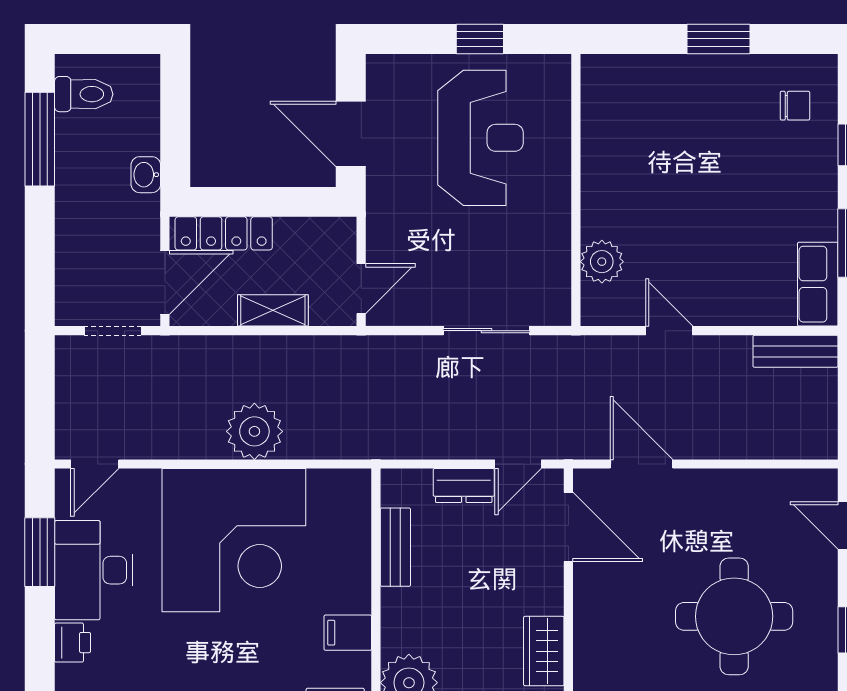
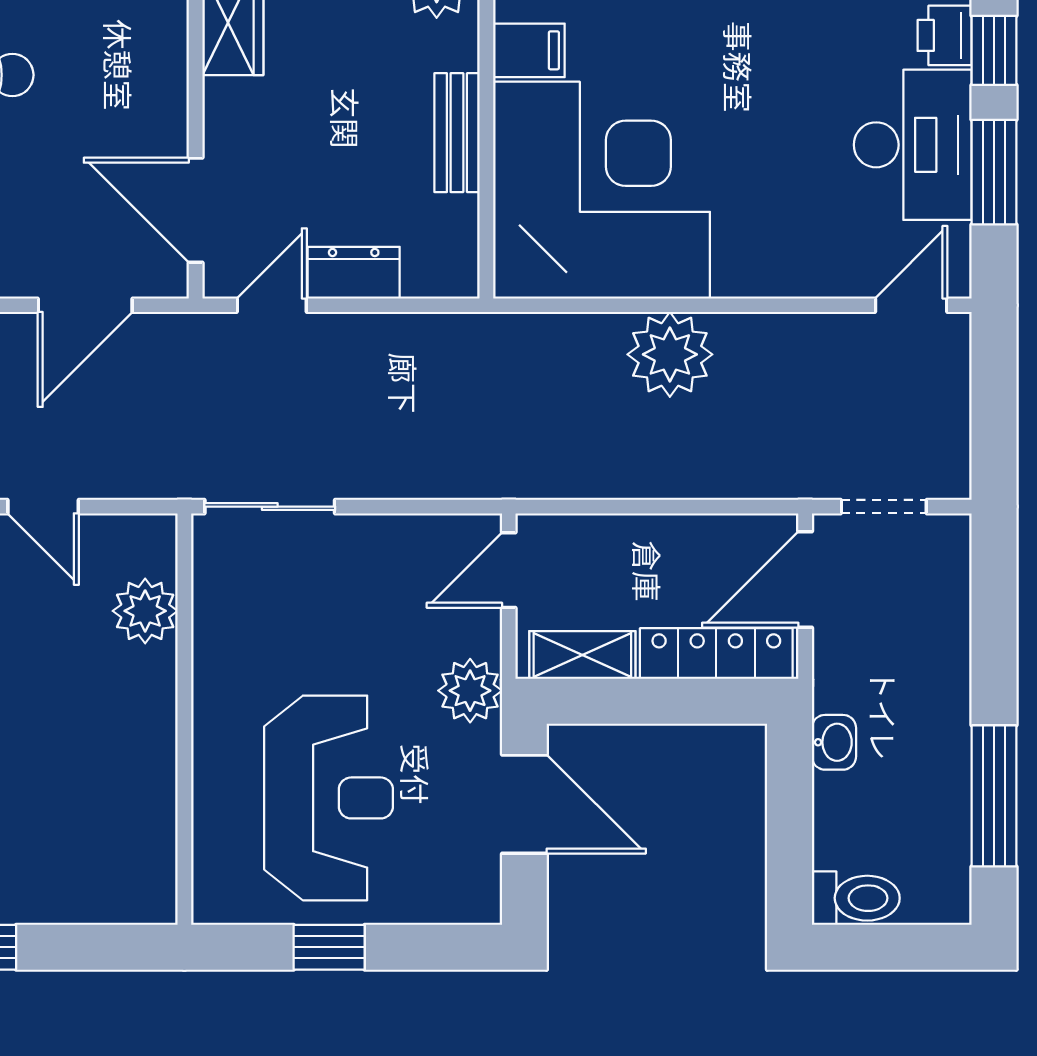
toilet: (84, 94) -> (856, 898), moved, turned 180
reception desk: (480, 138) -> (329, 798), turned 180
plant: (387, 209) -> (470, 691), added
shelving: (273, 310) -> (582, 655), moved
sliding door: (486, 331) -> (270, 507), moved
door: (642, 464) -> (85, 305), hinge flipped
corner desk: (234, 540) -> (601, 190), moved, turned 90
bench: (395, 547) -> (457, 133), moved
window: (40, 633) -> (994, 50), added

